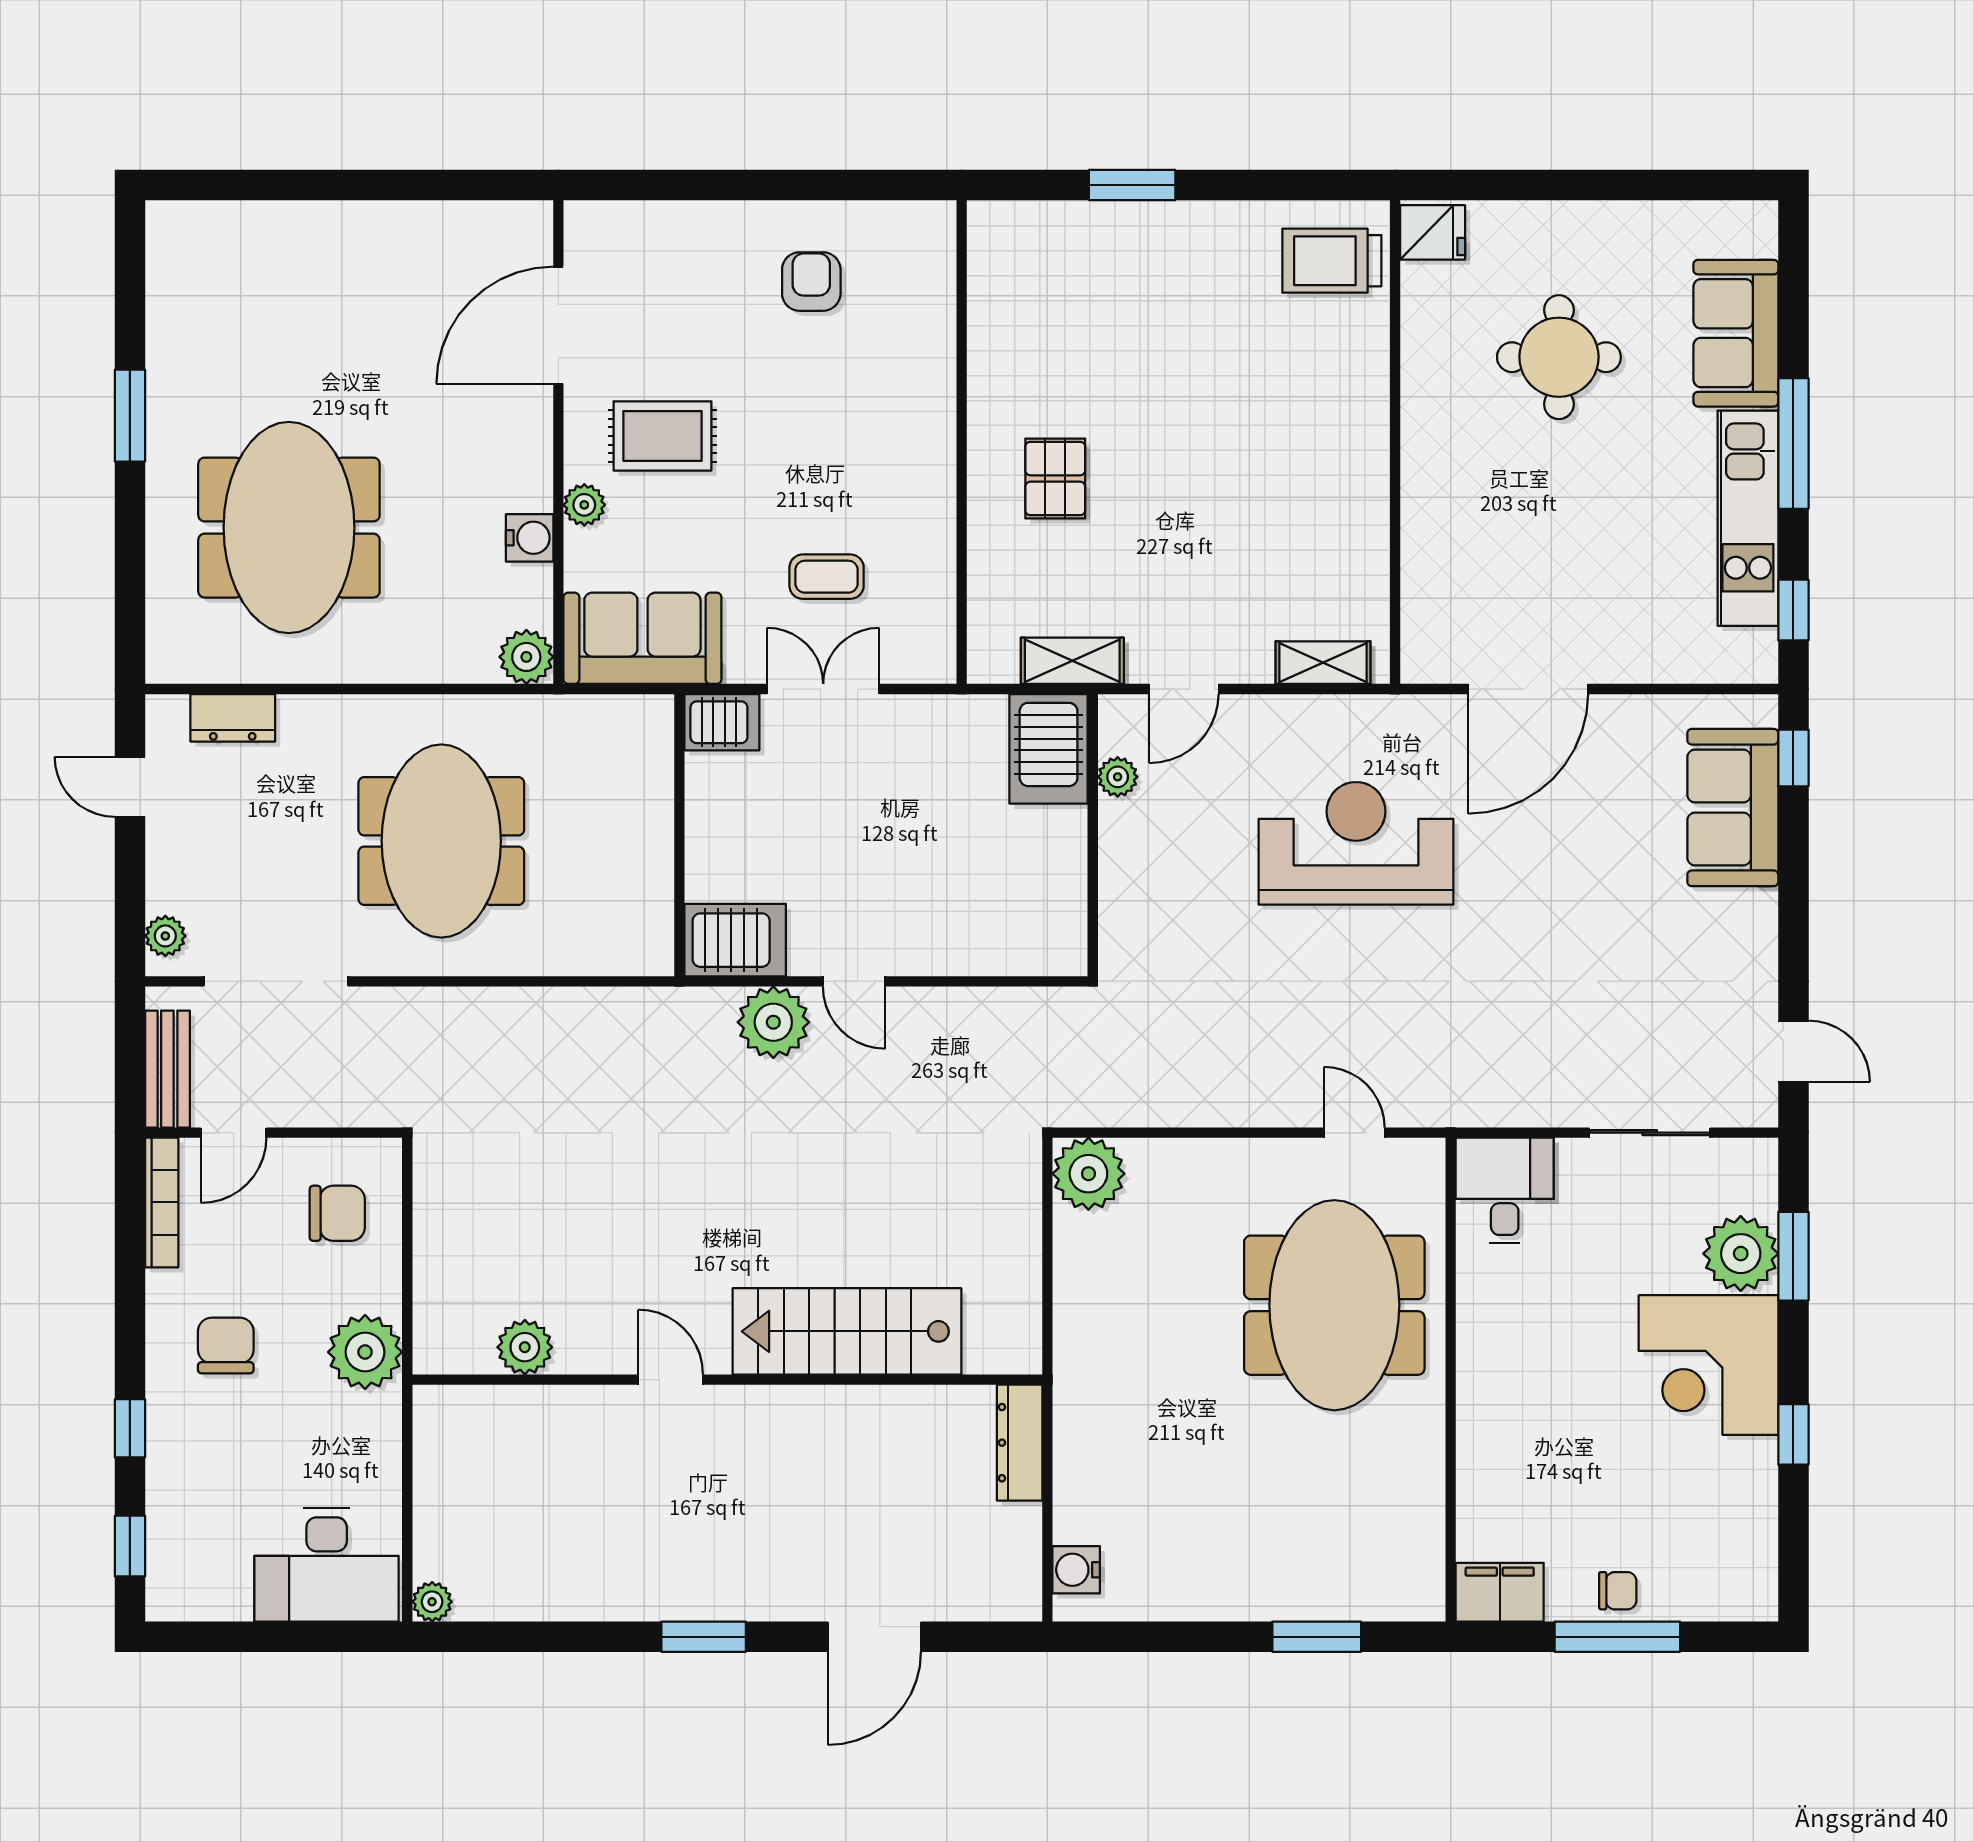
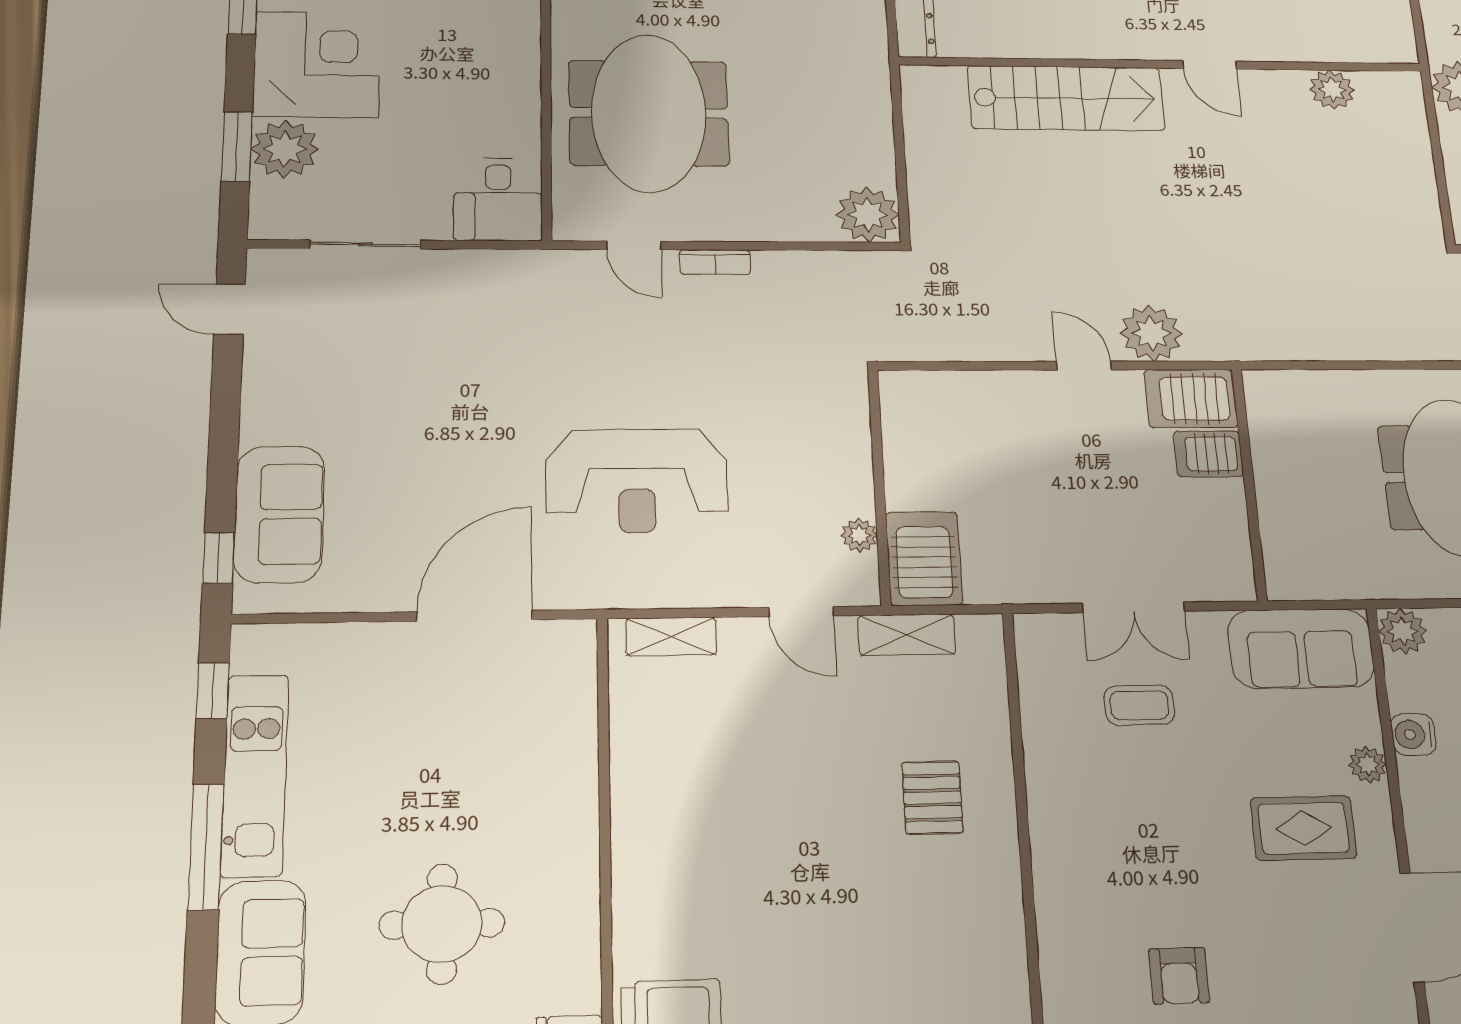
door: (1184, 689) -> (801, 612), swing flipped
server rack: (722, 722) -> (1209, 454), moved
bookcase: (1264, 1112) -> (715, 262), added

